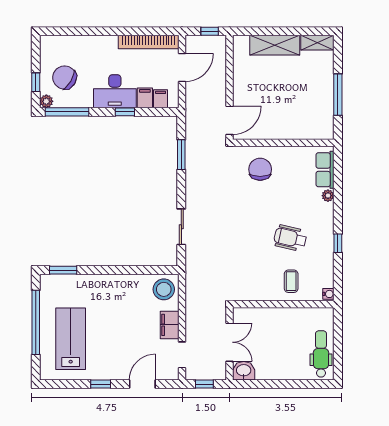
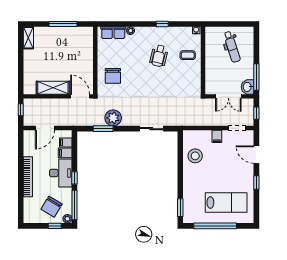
bookcase: (149, 42) -> (28, 177), moved
shelving: (275, 45) -> (53, 88), moved, turned 90
door: (182, 67) -> (45, 128), swing flipped
window: (125, 112) -> (75, 178), moved
chair: (260, 169) -> (113, 76), turned -90
plant: (197, 170) -> (113, 118), added
stool: (164, 289) -> (195, 156), moved
filing cabinet: (170, 325) -> (217, 136), width x0.50
lab bench: (71, 339) -> (226, 203), turned 180
double door: (230, 342) -> (228, 96), swing flipped
dental chair: (321, 354) -> (232, 47), moved, turned -108
window: (259, 384) -> (256, 77), added

